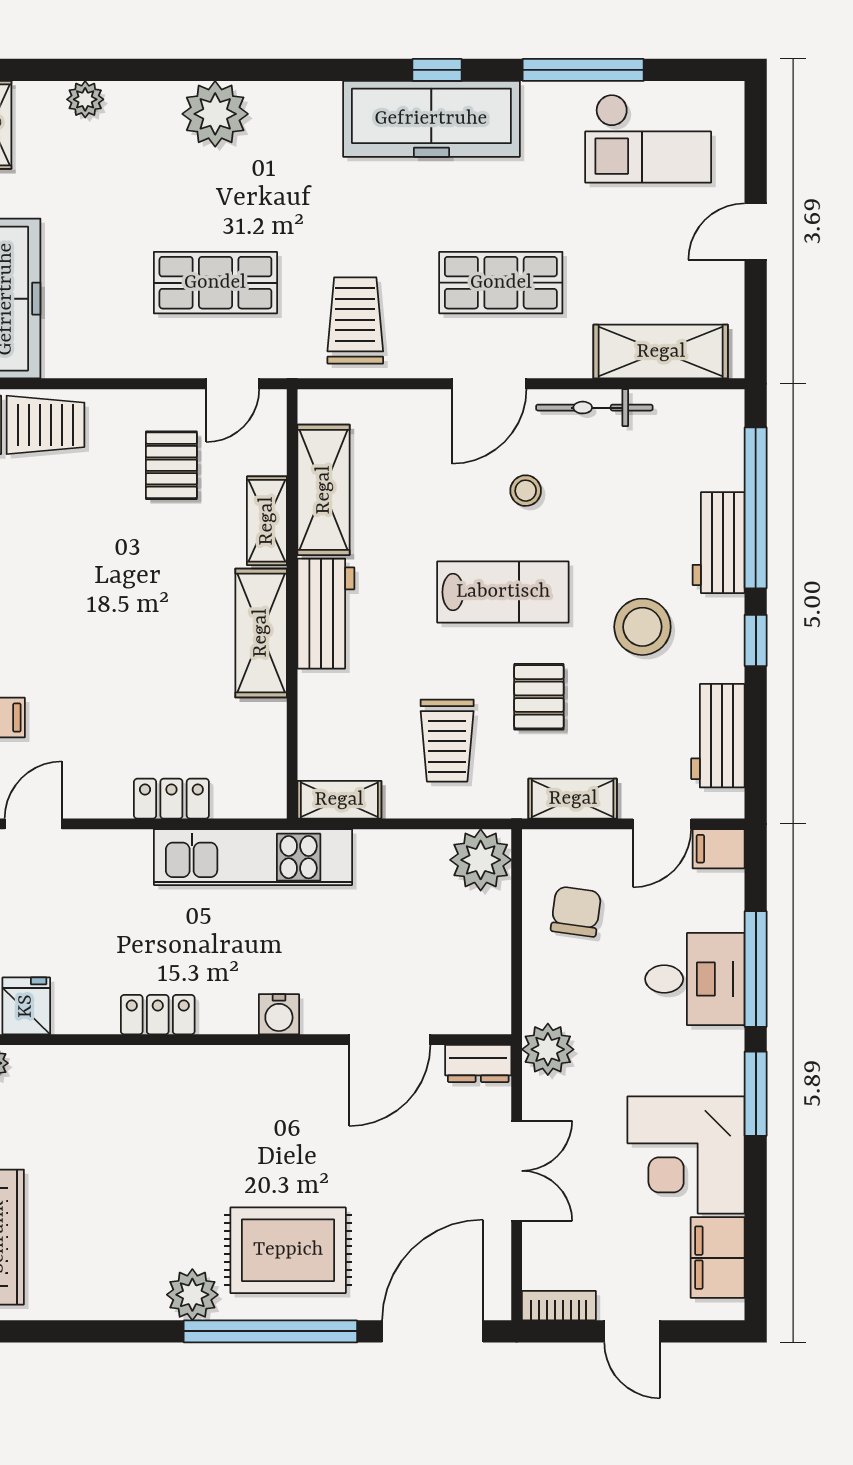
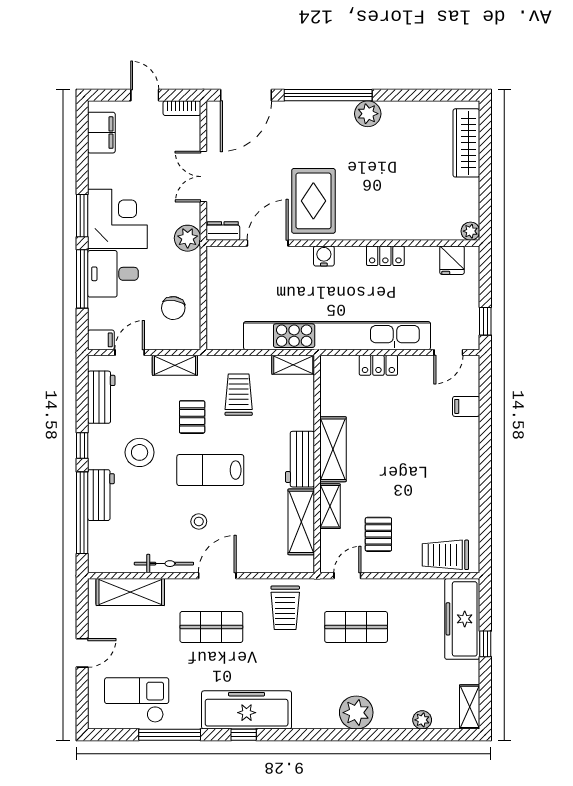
kitchen unit: (253, 857) -> (337, 336), width x1.86
plant: (481, 860) -> (222, 334), removed
corner desk: (686, 1155) -> (117, 219), moved
rug: (288, 1250) -> (313, 201), moved, turned 90

